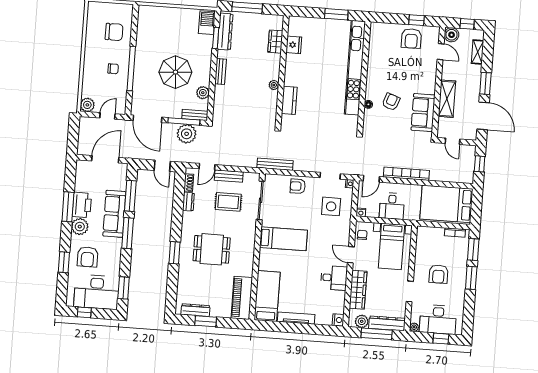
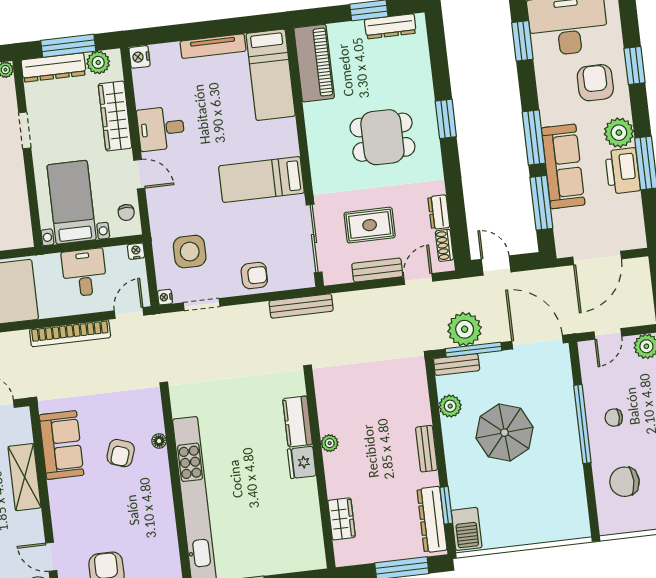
fridge: (294, 45) -> (302, 462), moved

